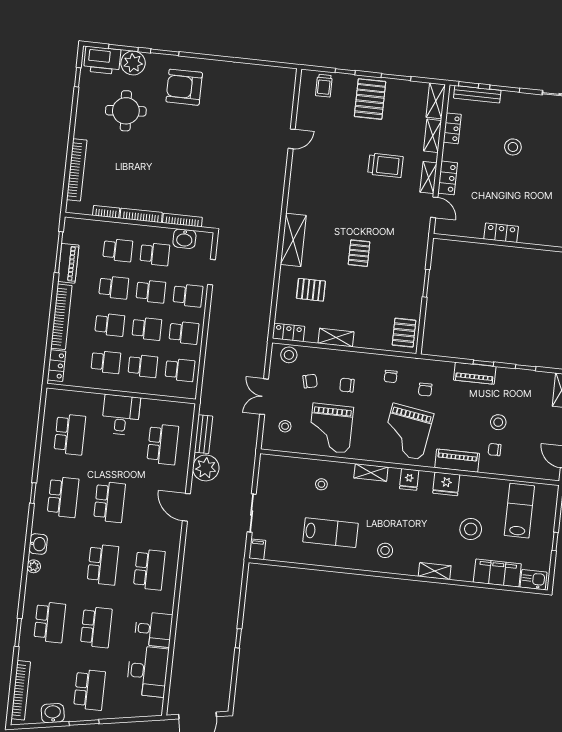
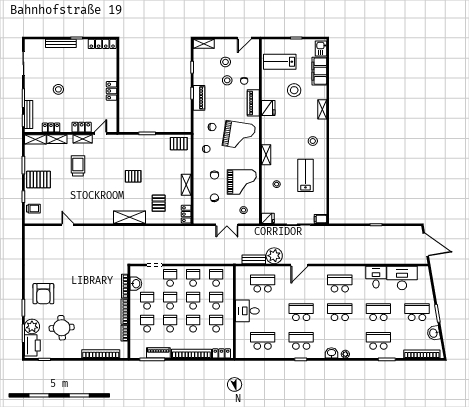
stool: (289, 355) -> (225, 62), moved
fridge: (409, 479) -> (268, 218), moved

